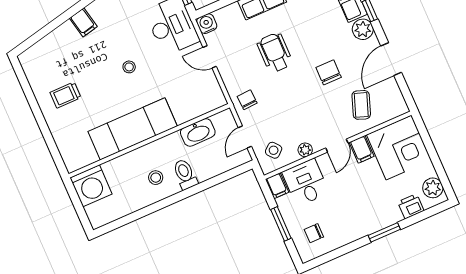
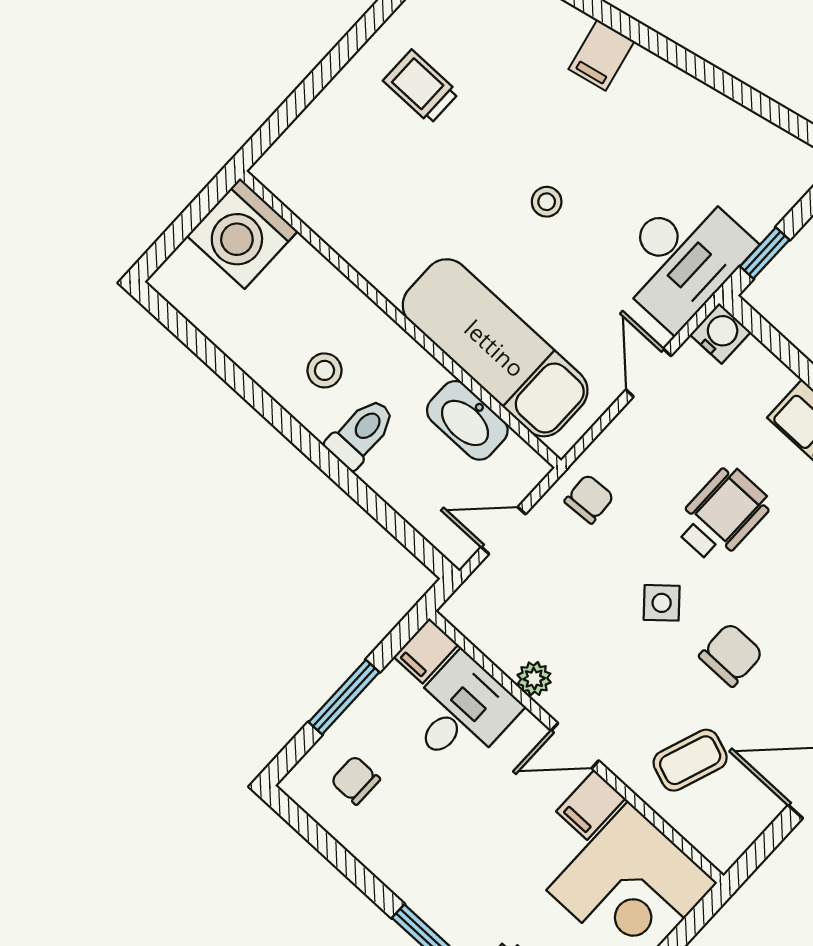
exam couch: (133, 129) -> (495, 348), moved
side table: (274, 150) -> (662, 603), moved

